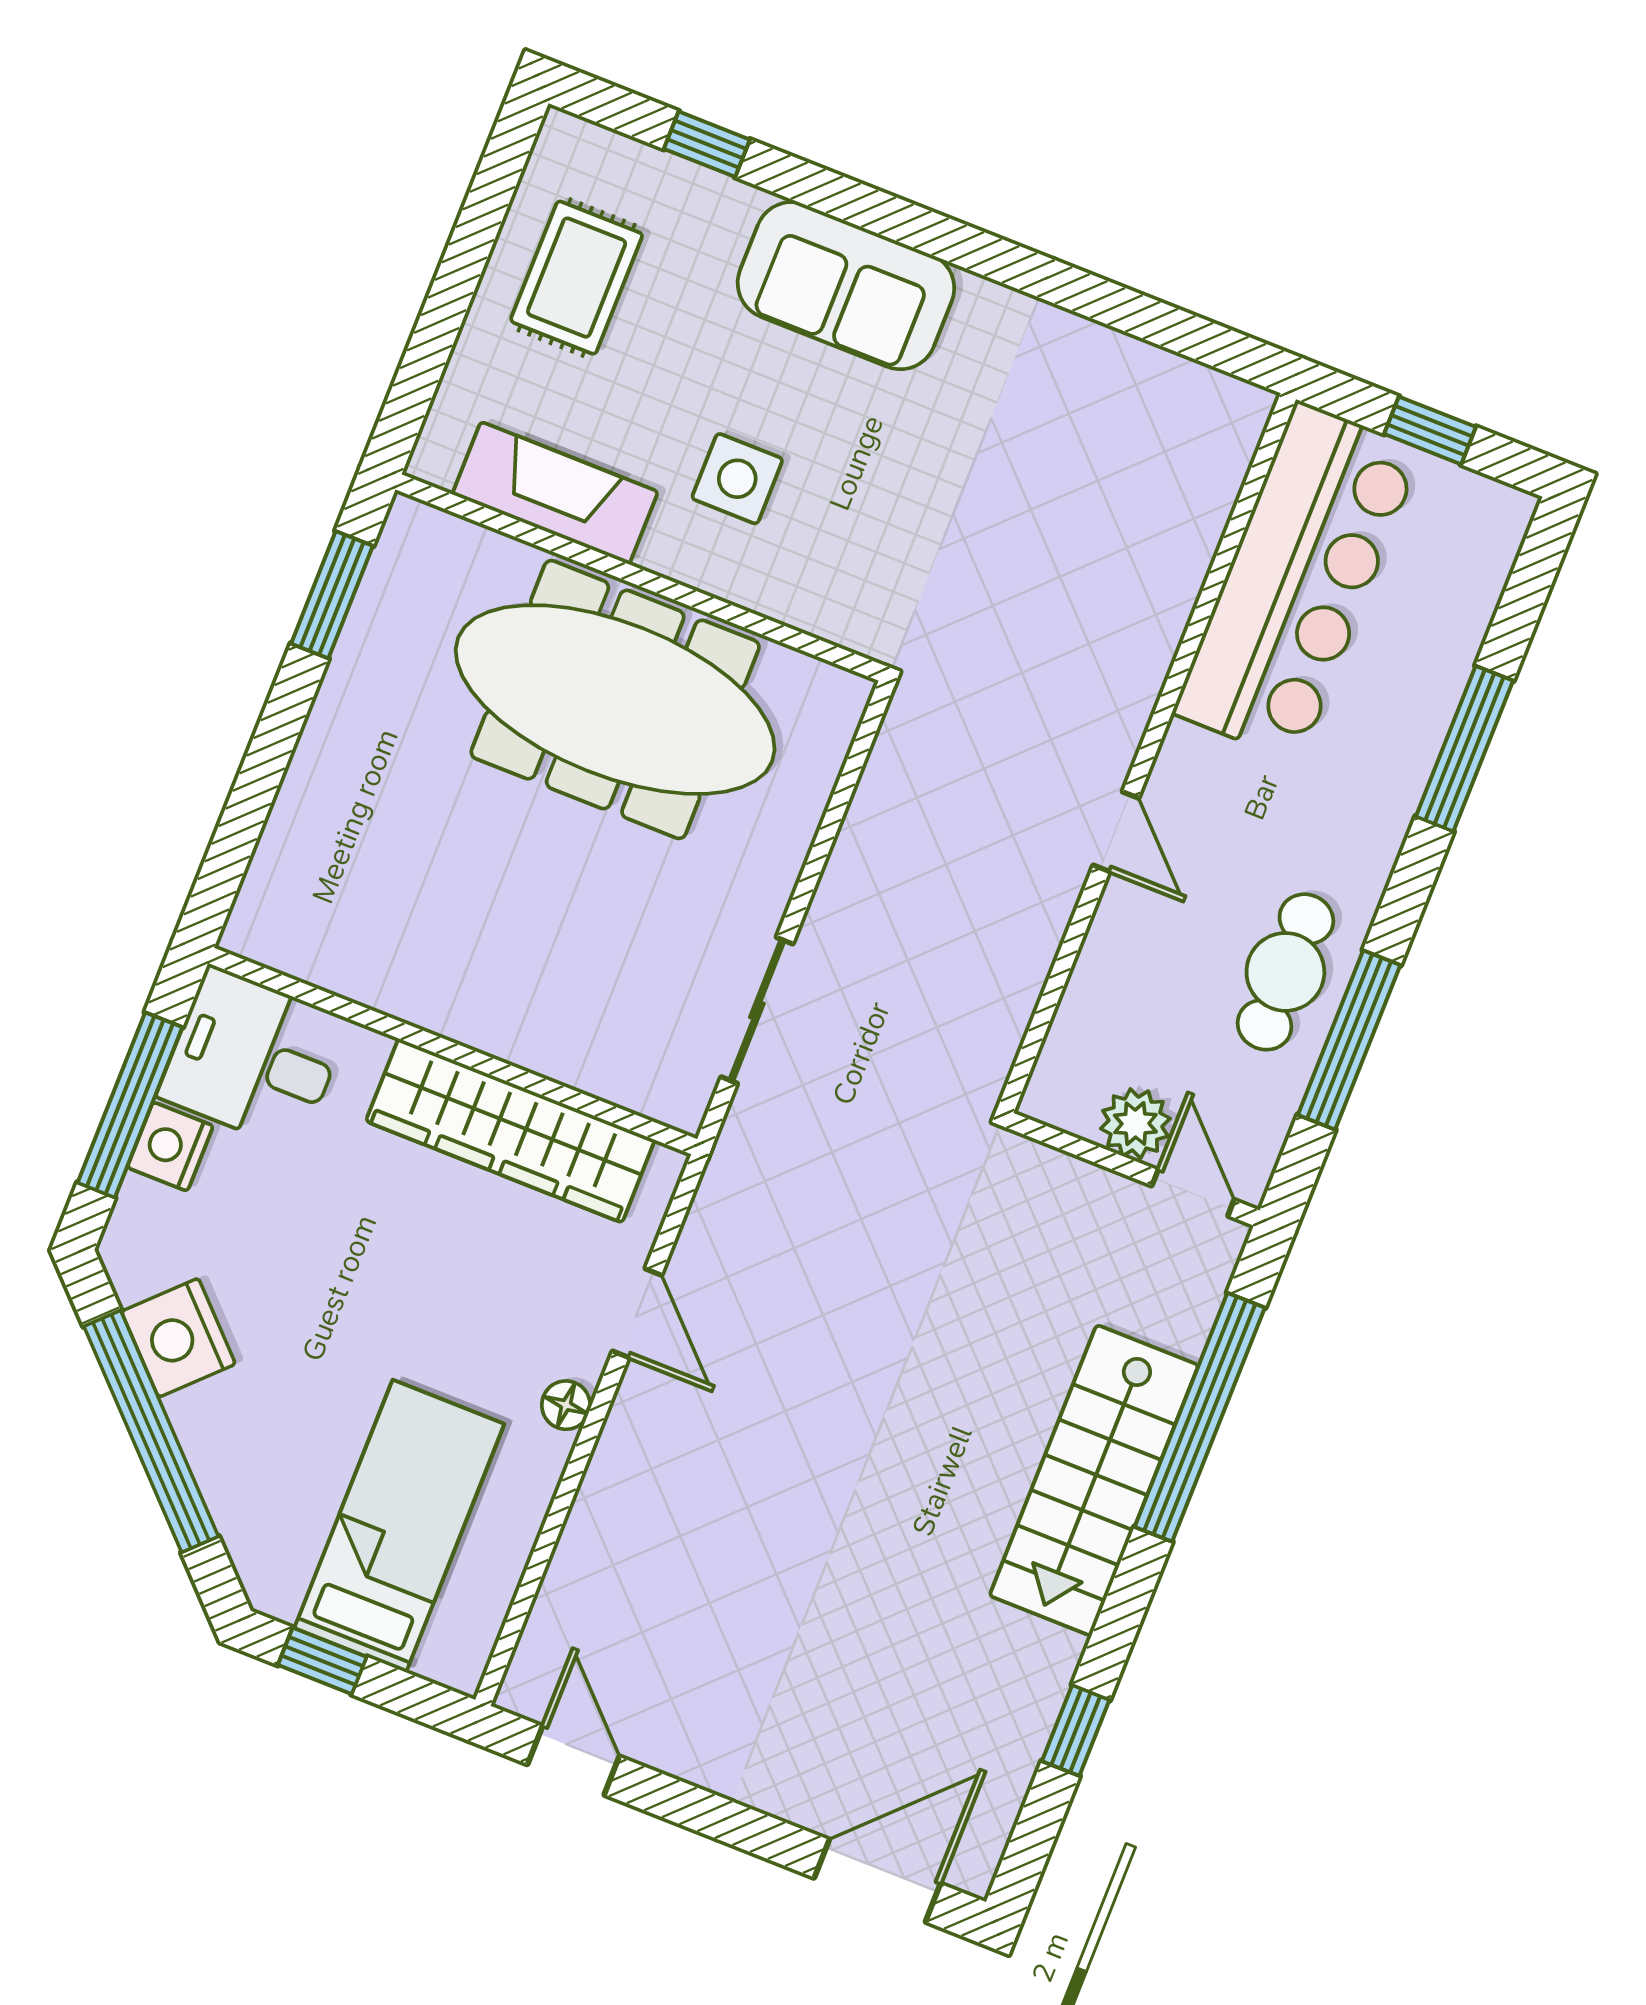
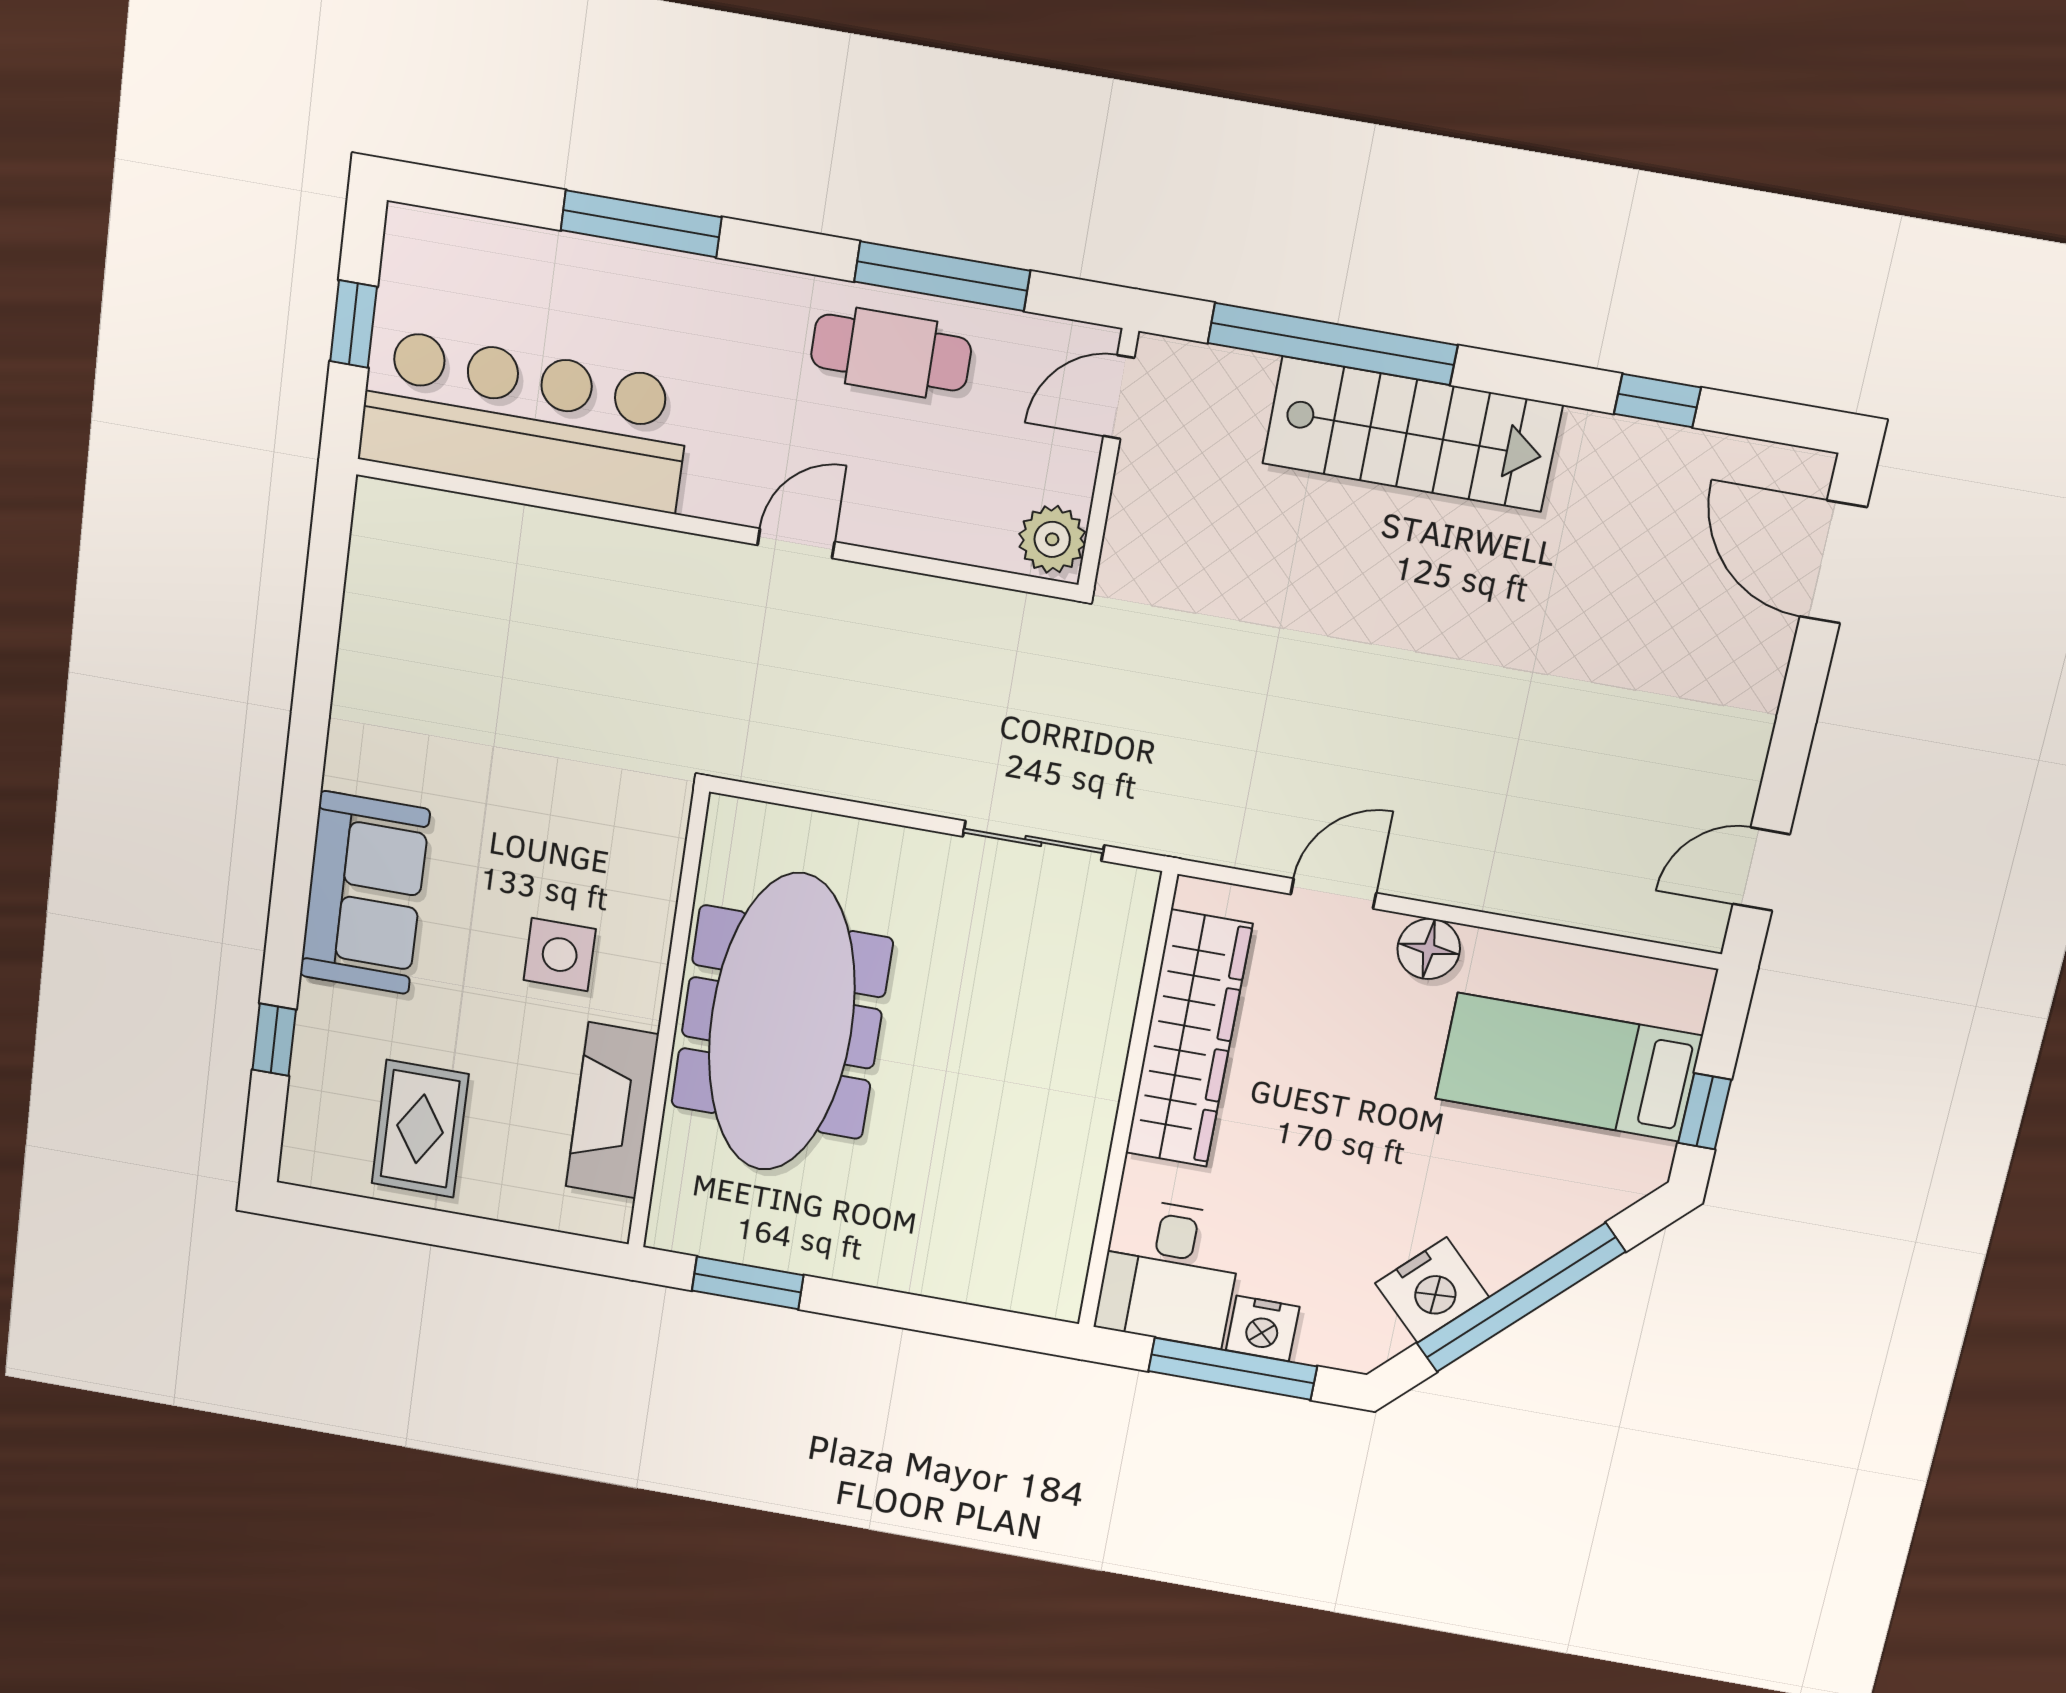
rug: (577, 278) -> (420, 1129), turned 90
plant: (1135, 1124) -> (1052, 539), moved
floor lamp: (566, 1405) -> (1429, 949), width x1.37, depth x1.37

